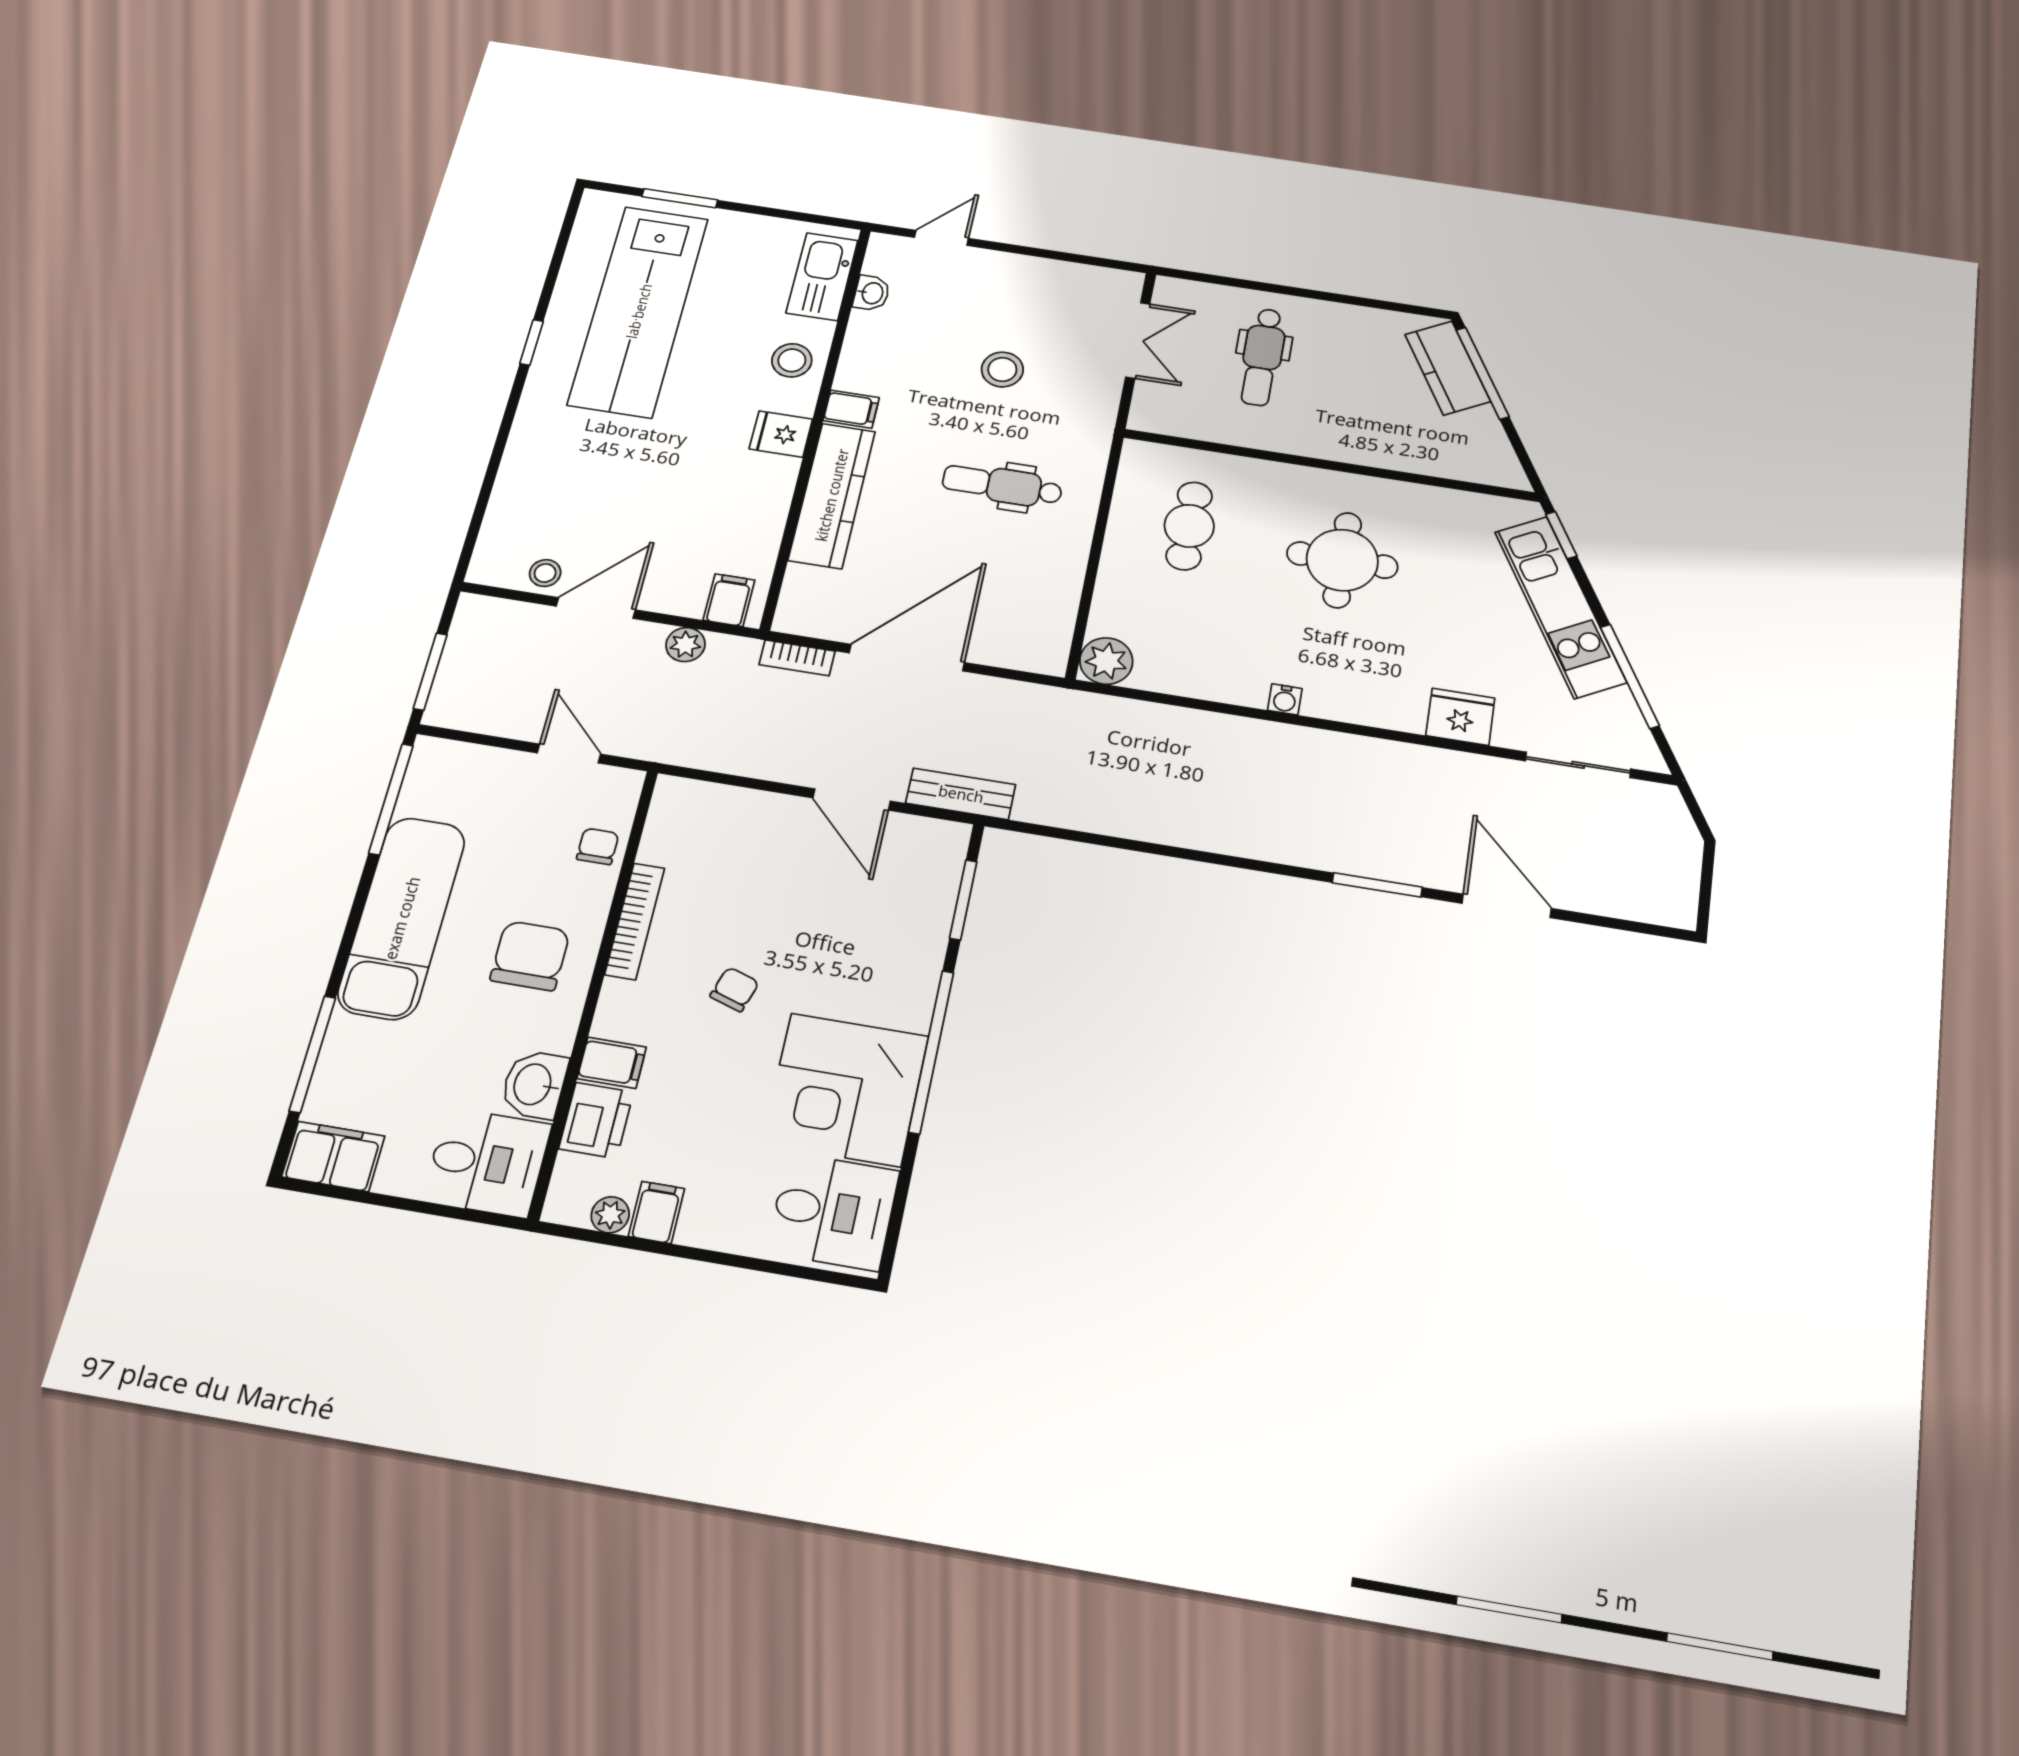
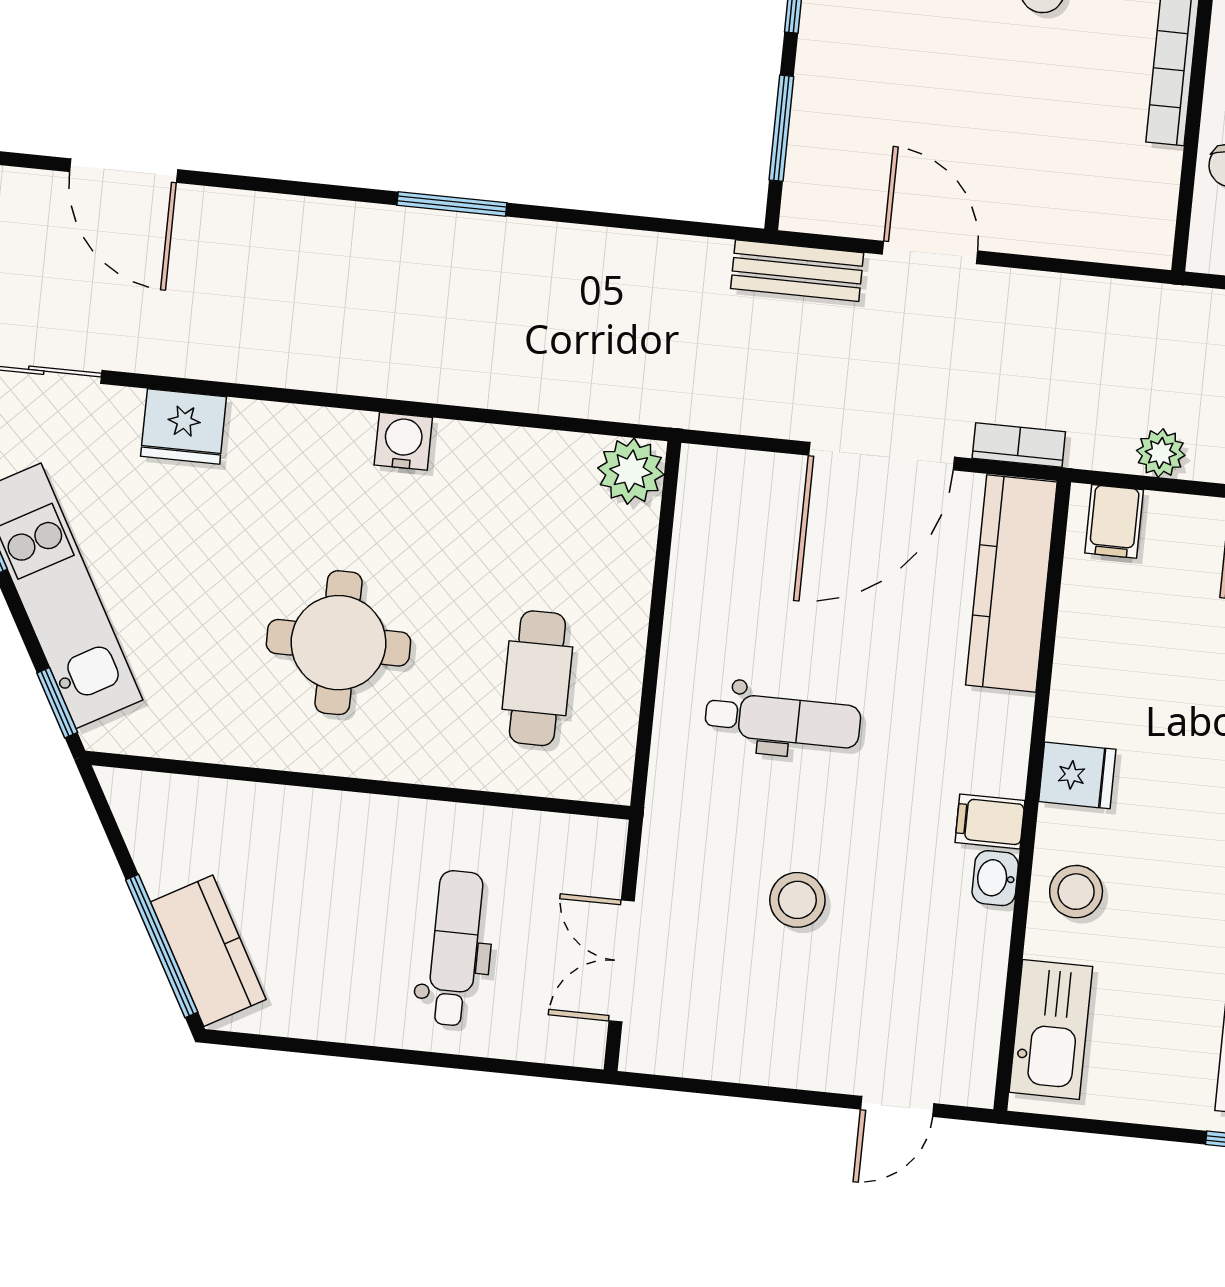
washbasin: (872, 293) -> (995, 878), moved
kitchen counter: (832, 495) -> (1011, 584), moved
water cooler: (1285, 699) -> (403, 441), width x1.38, depth x1.38
window: (1377, 885) -> (452, 204), moved

